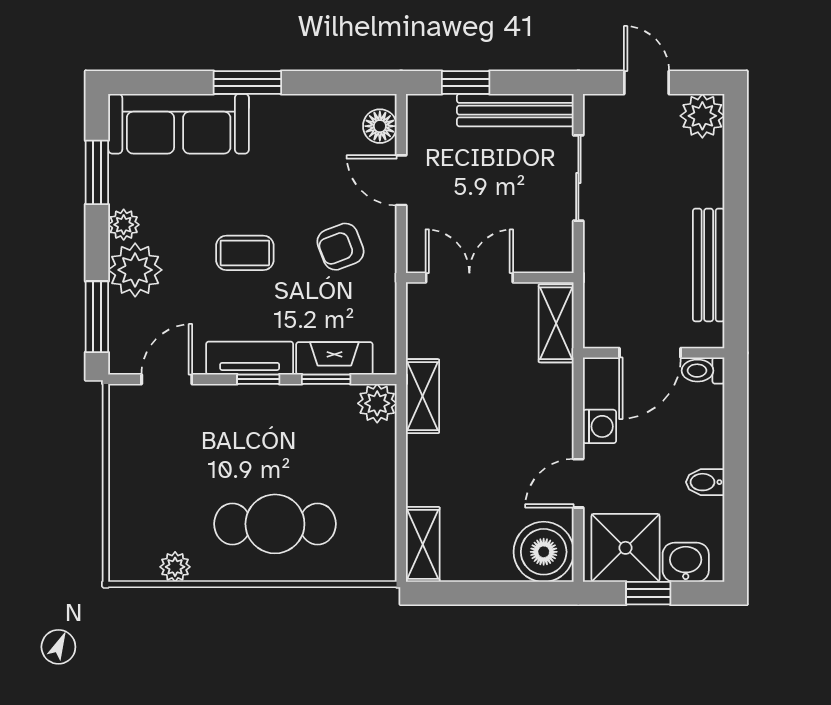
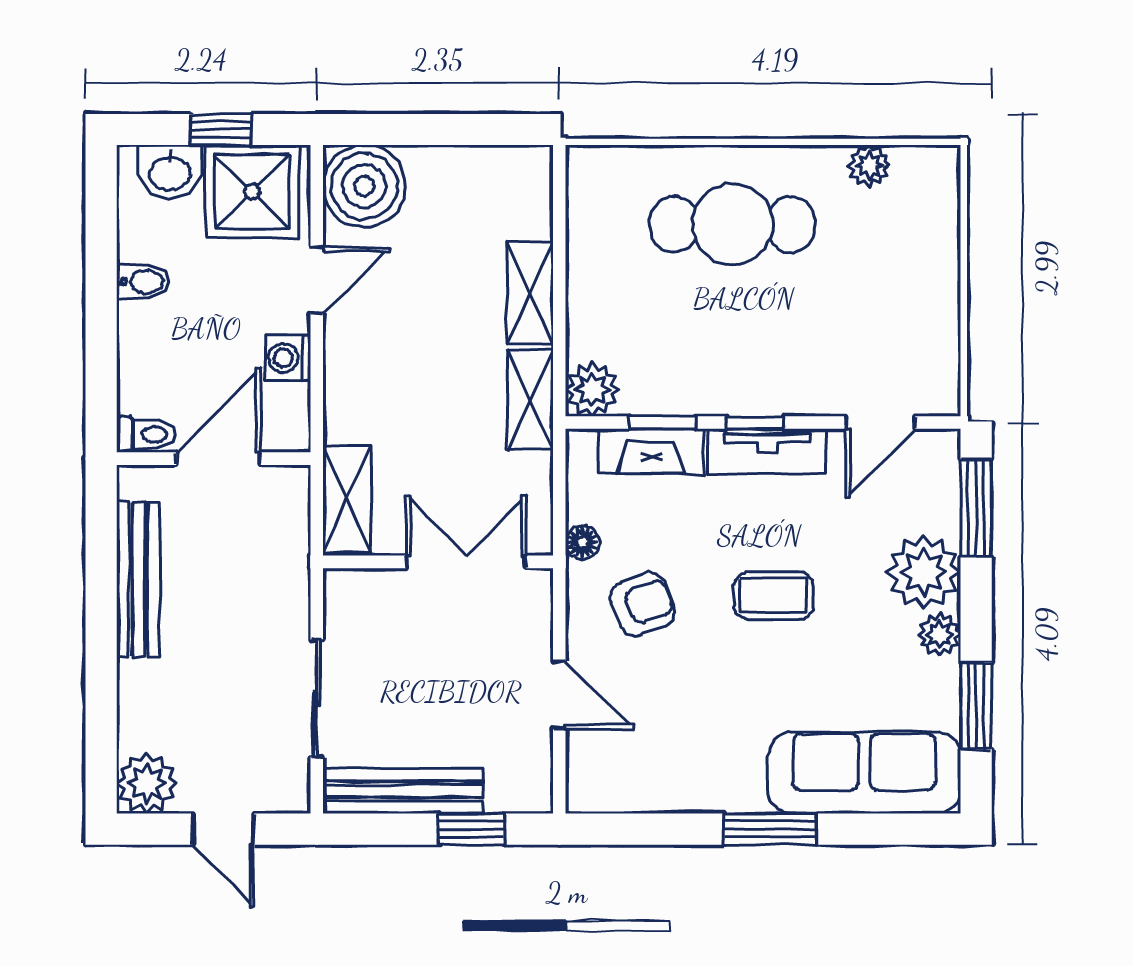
floor lamp: (380, 126) -> (582, 543), moved, width x0.73, depth x0.73
double door: (469, 278) -> (466, 562), swing flipped
shelving: (423, 544) -> (530, 293), moved

